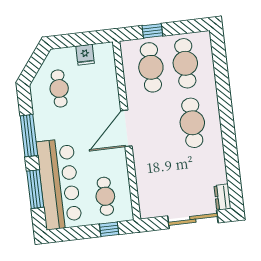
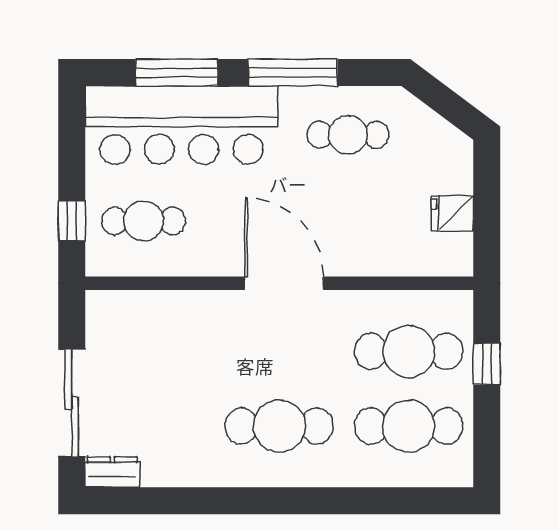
cafe table: (59, 88) -> (348, 135), moved

